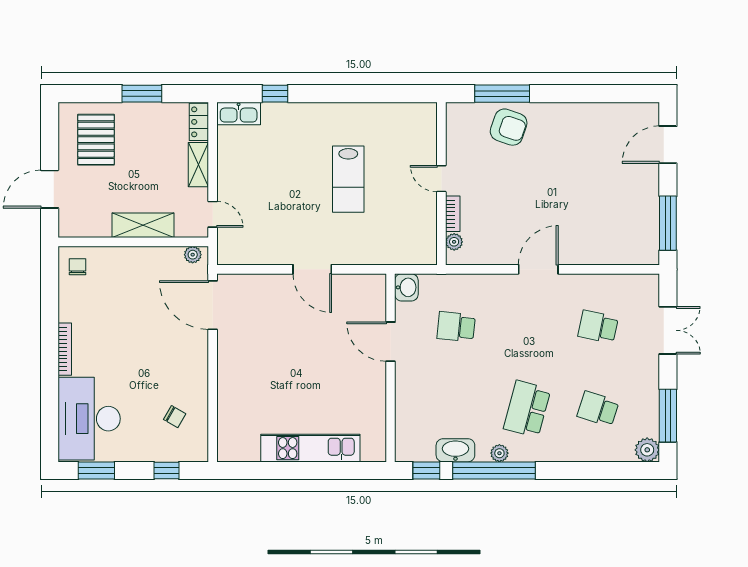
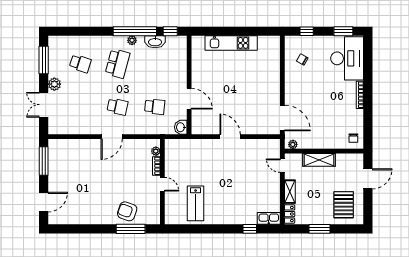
lab bench: (348, 179) -> (196, 203), moved, turned 180
school desk: (598, 327) -> (117, 107), moved
plant: (647, 450) -> (54, 84), moved

